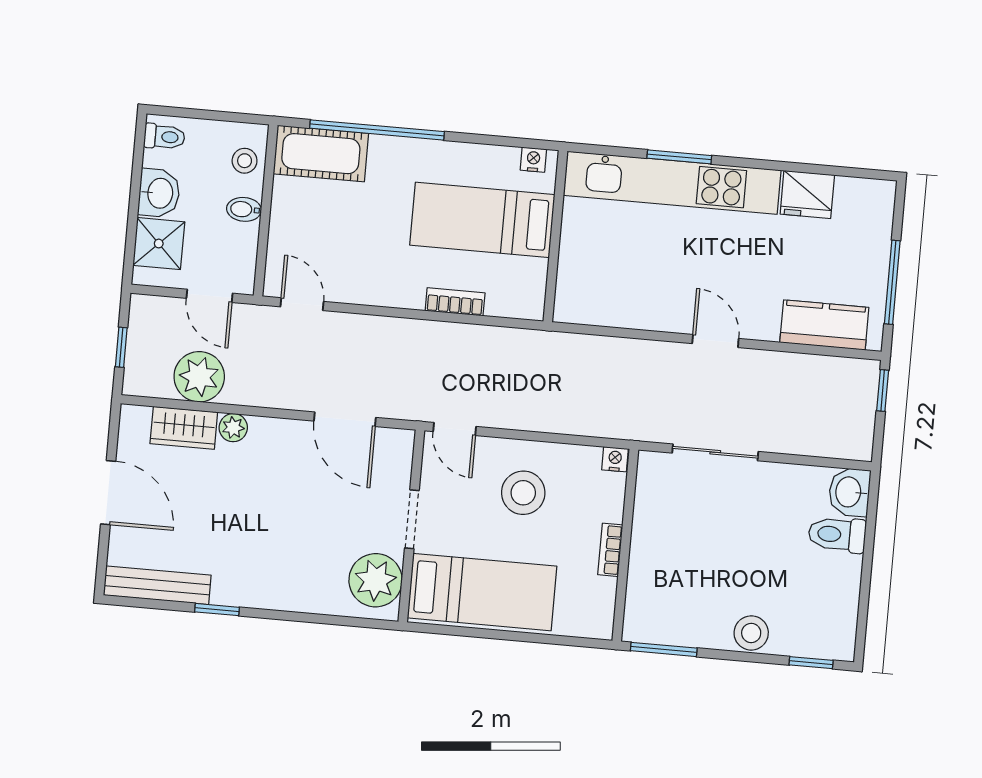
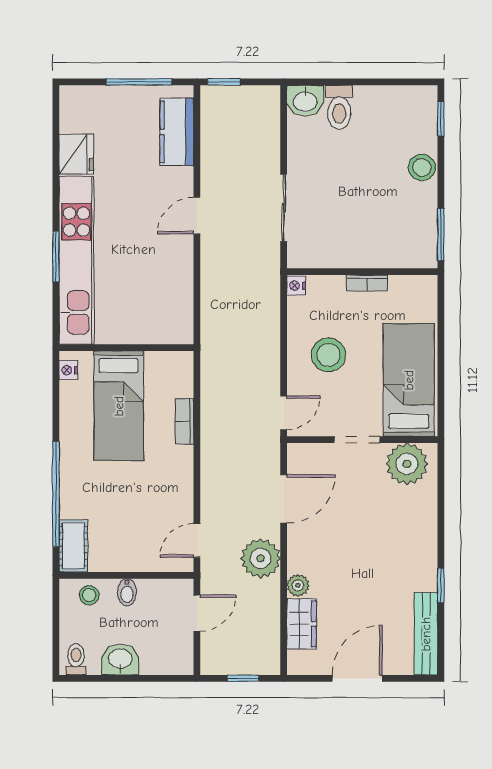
cot: (321, 154) -> (73, 546), width x0.73, depth x0.75
shower: (159, 244) -> (160, 656), removed
plant: (199, 377) -> (261, 558), moved

